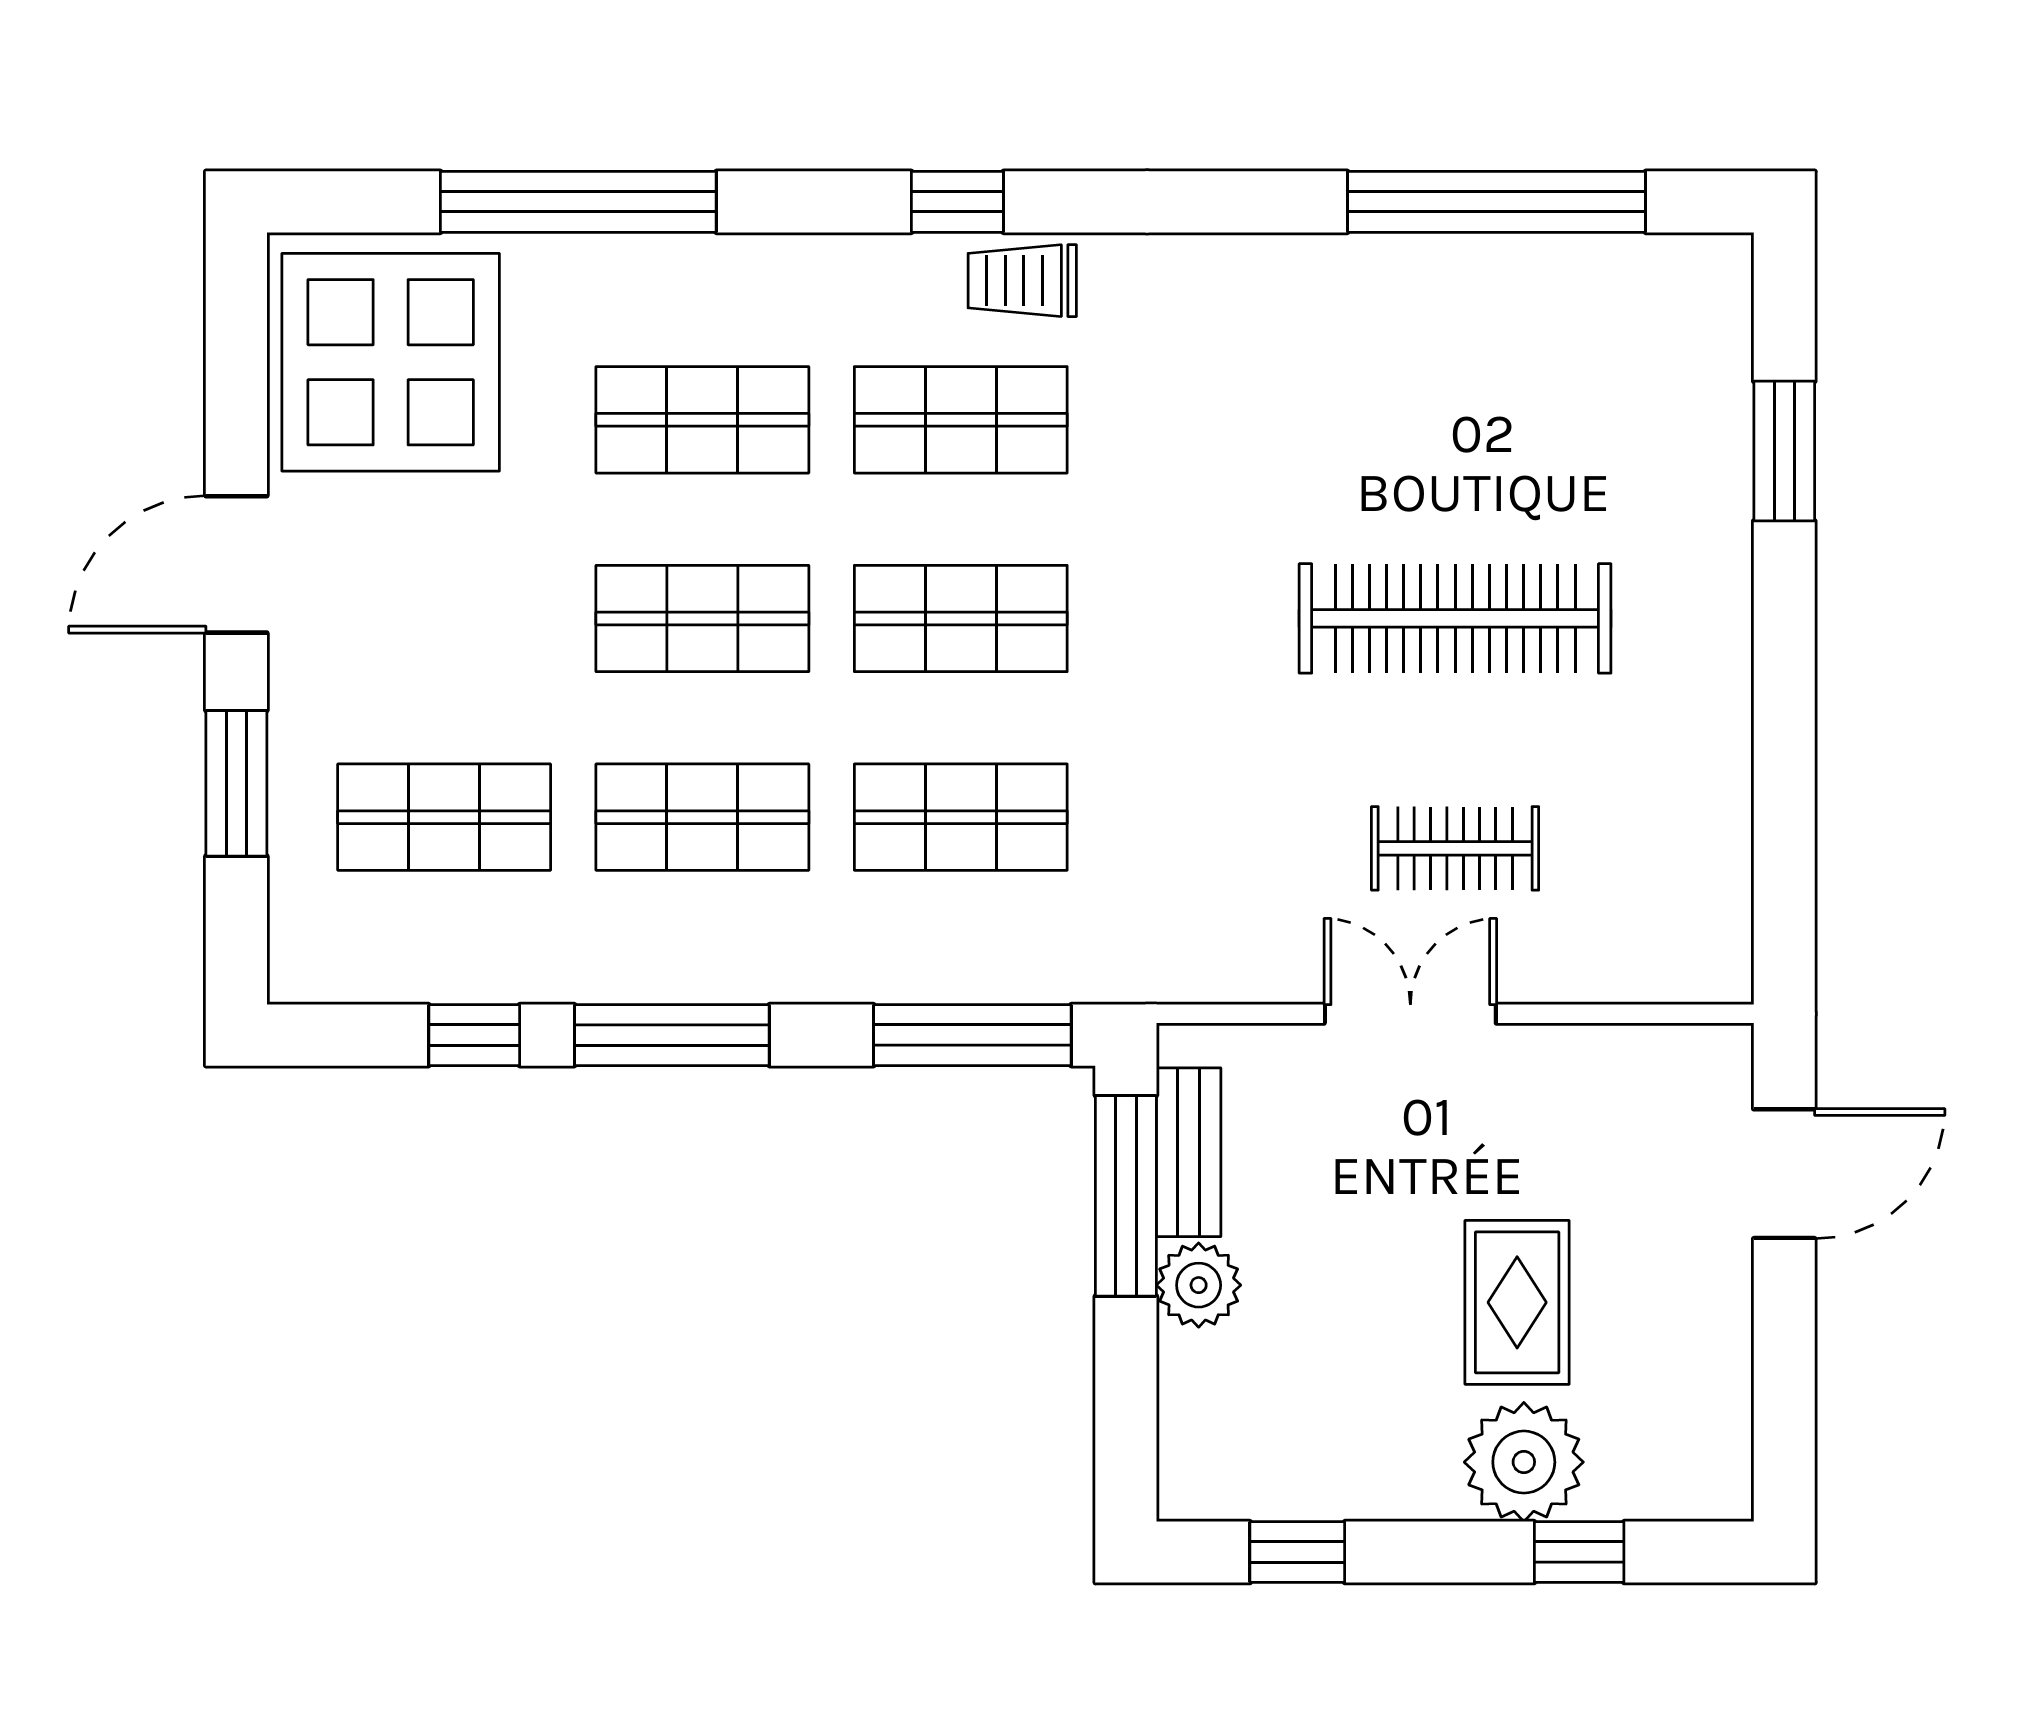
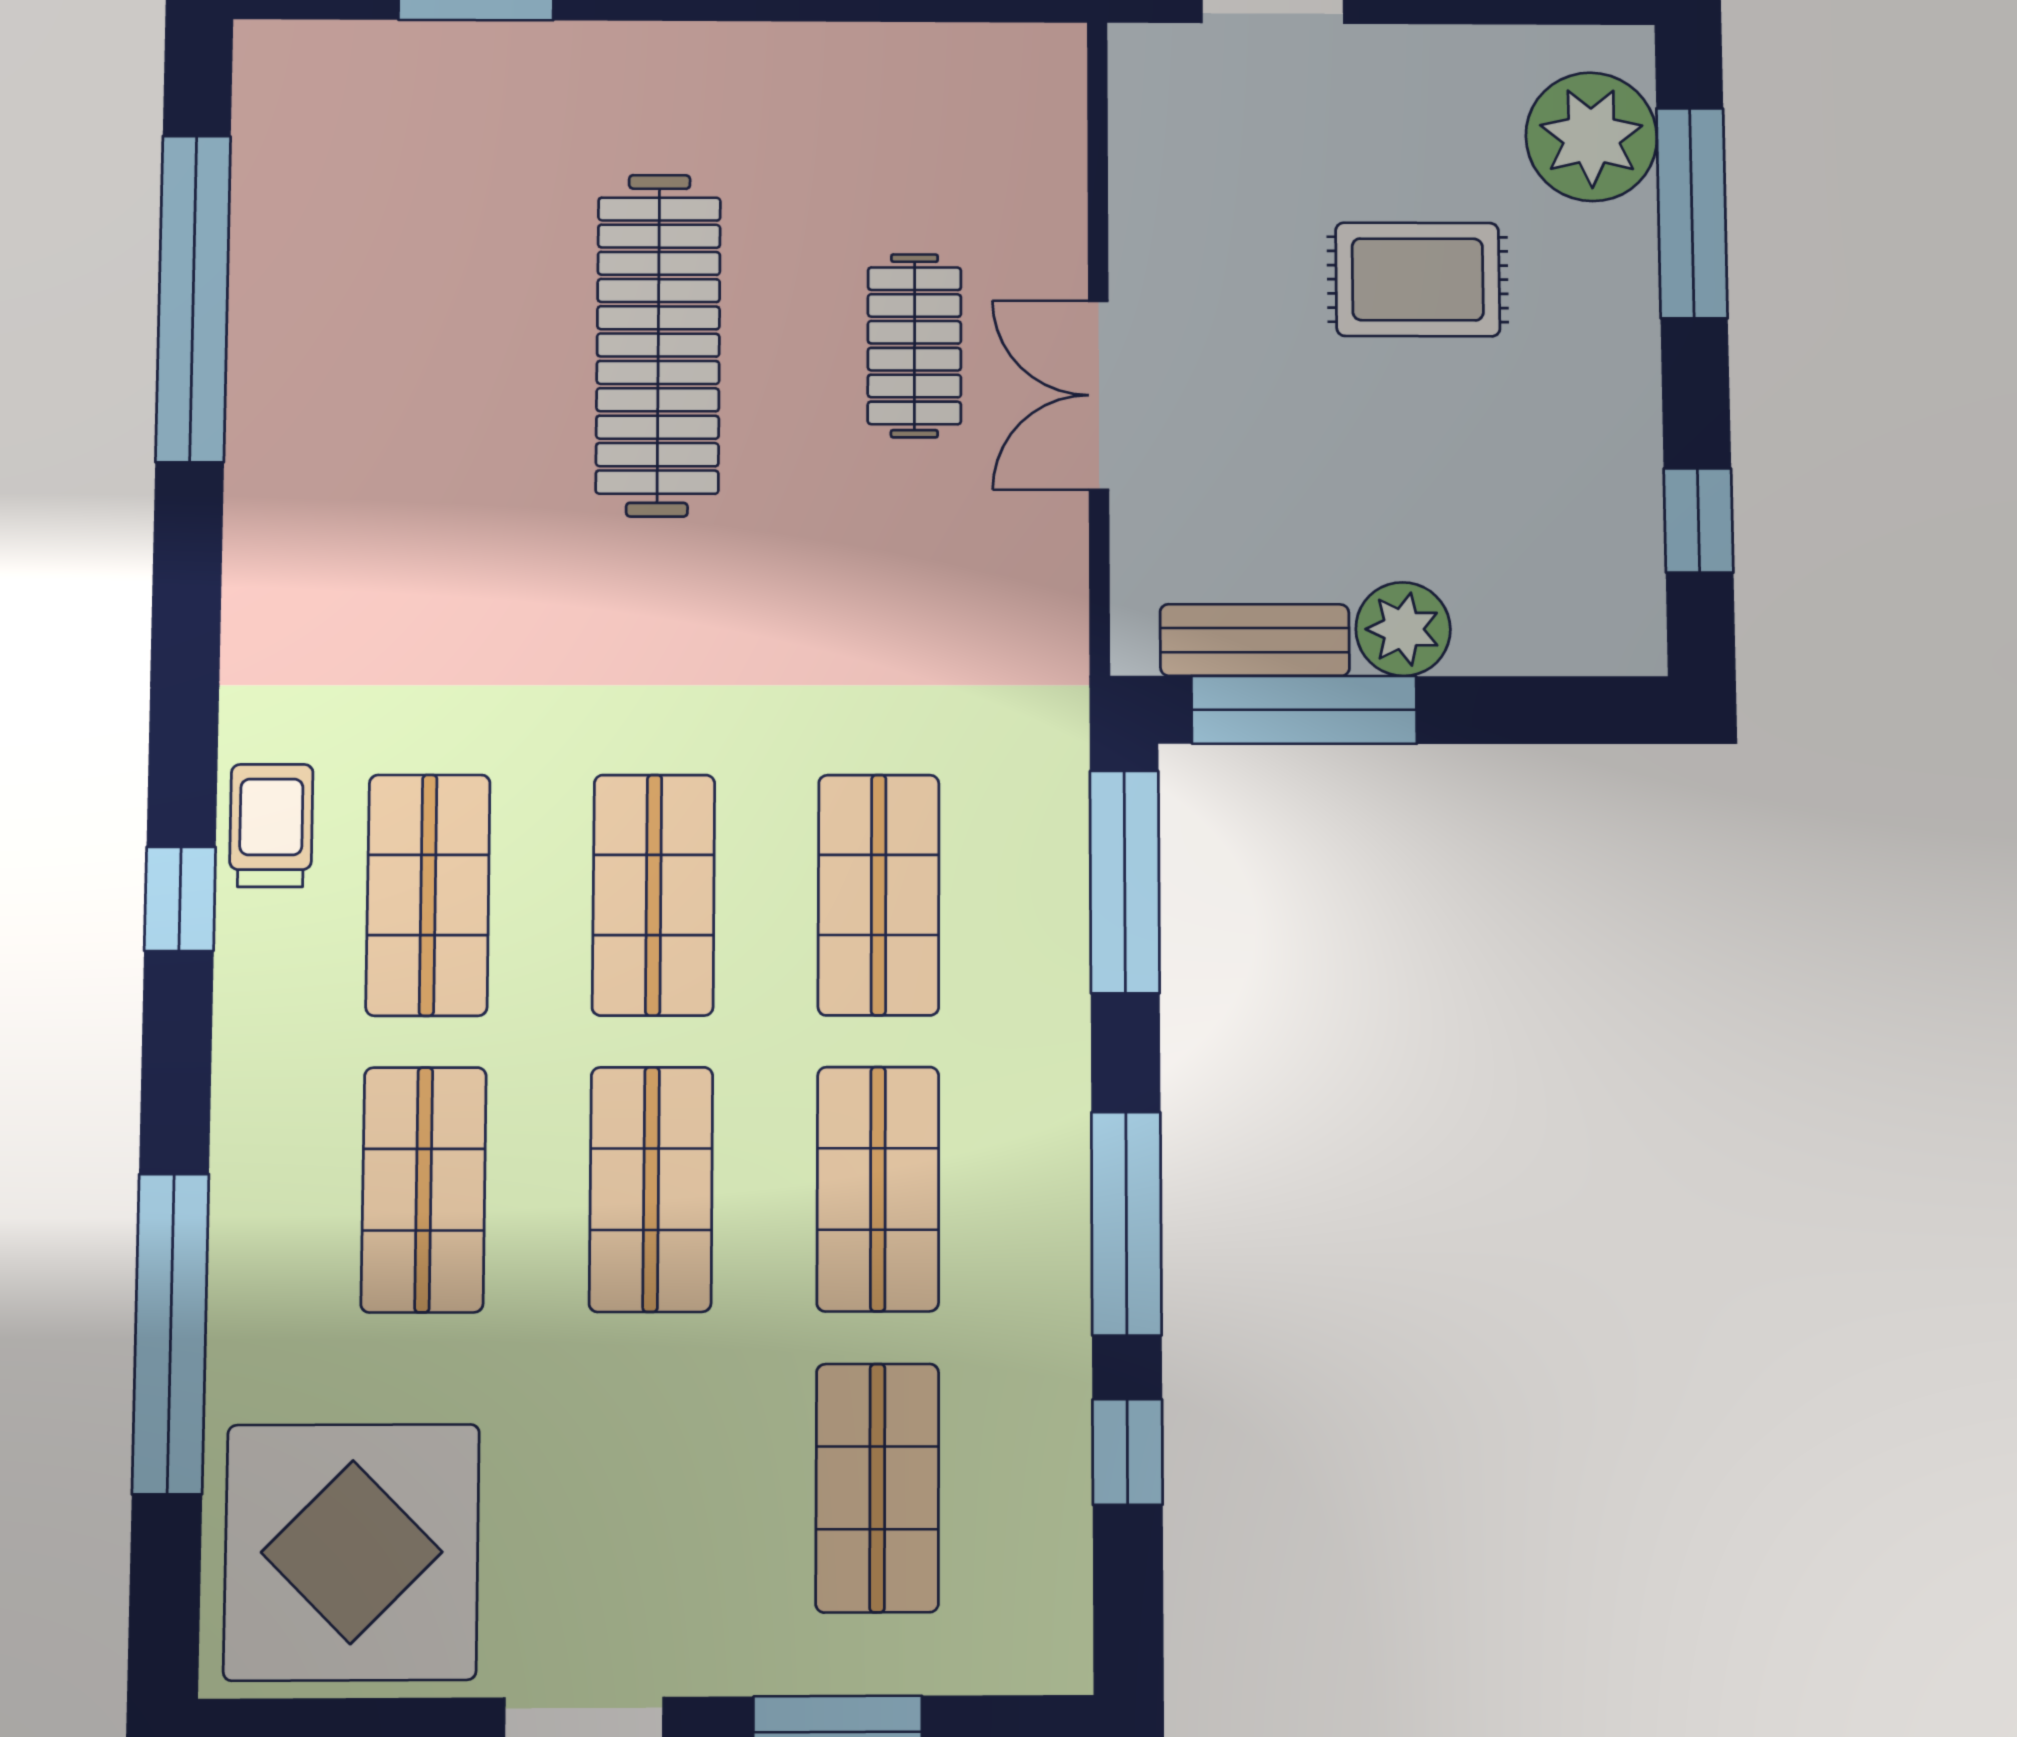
trolley: (1022, 281) -> (271, 826), turned 180
plant: (1524, 1462) -> (1591, 137), moved
window: (1579, 1552) -> (1692, 213), width x2.17

